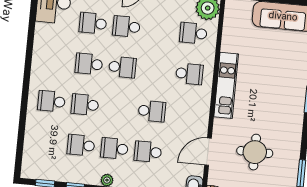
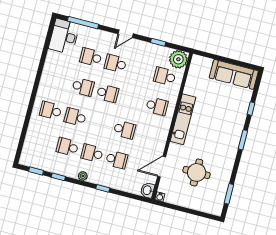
school desk: (89, 64) -> (83, 87), turned 180
school desk: (148, 152) -> (117, 160), turned 180

